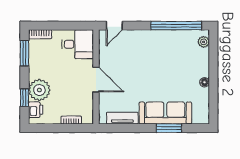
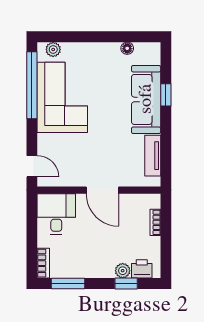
corner sofa: (167, 49) -> (62, 97), added
door: (96, 80) -> (102, 190), swing flipped
floor lamp: (205, 82) -> (127, 48), moved
plant: (39, 90) -> (123, 271), width x0.53, depth x0.53
window: (169, 128) -> (166, 95), width x0.67

